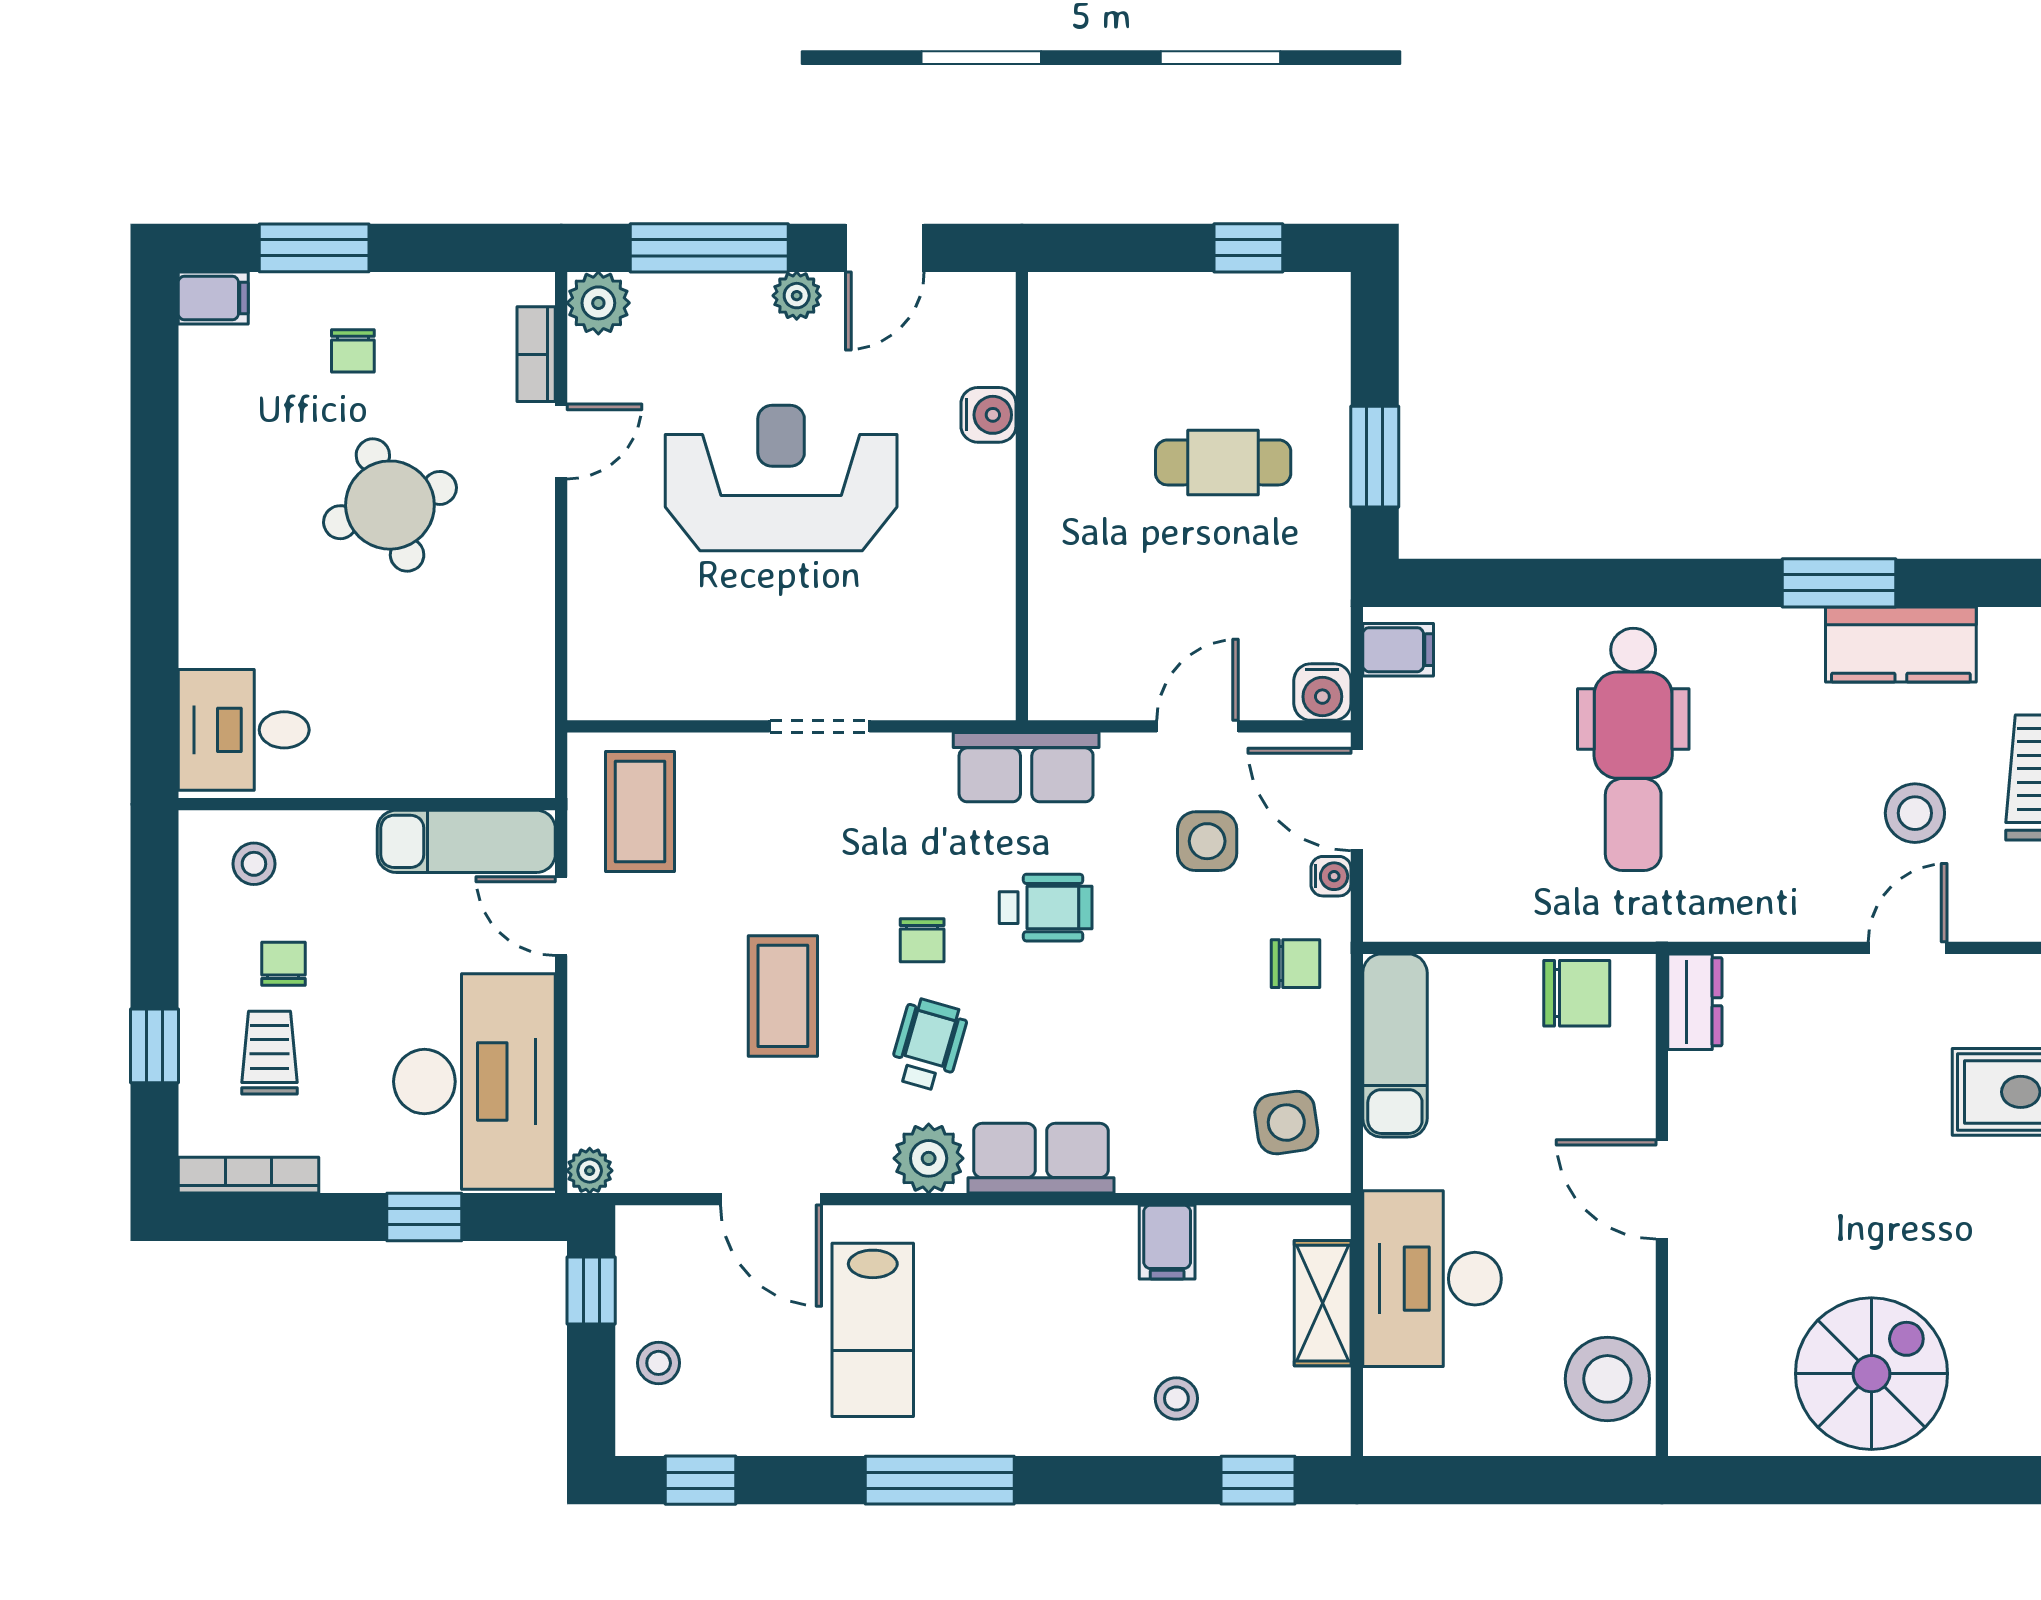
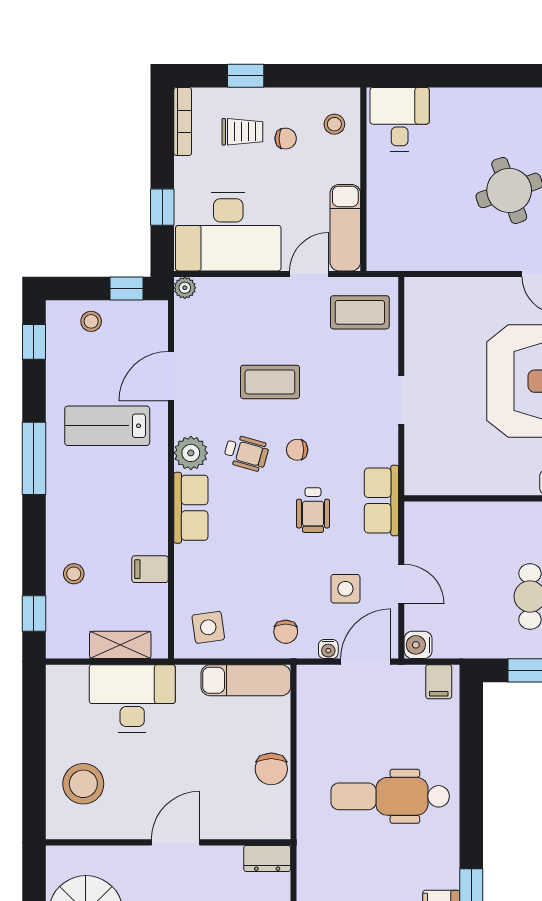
dresser: (1695, 1002) -> (267, 858), moved
door: (1662, 1189) -> (176, 842), moved
wall: (1662, 1205) -> (168, 842), moved

